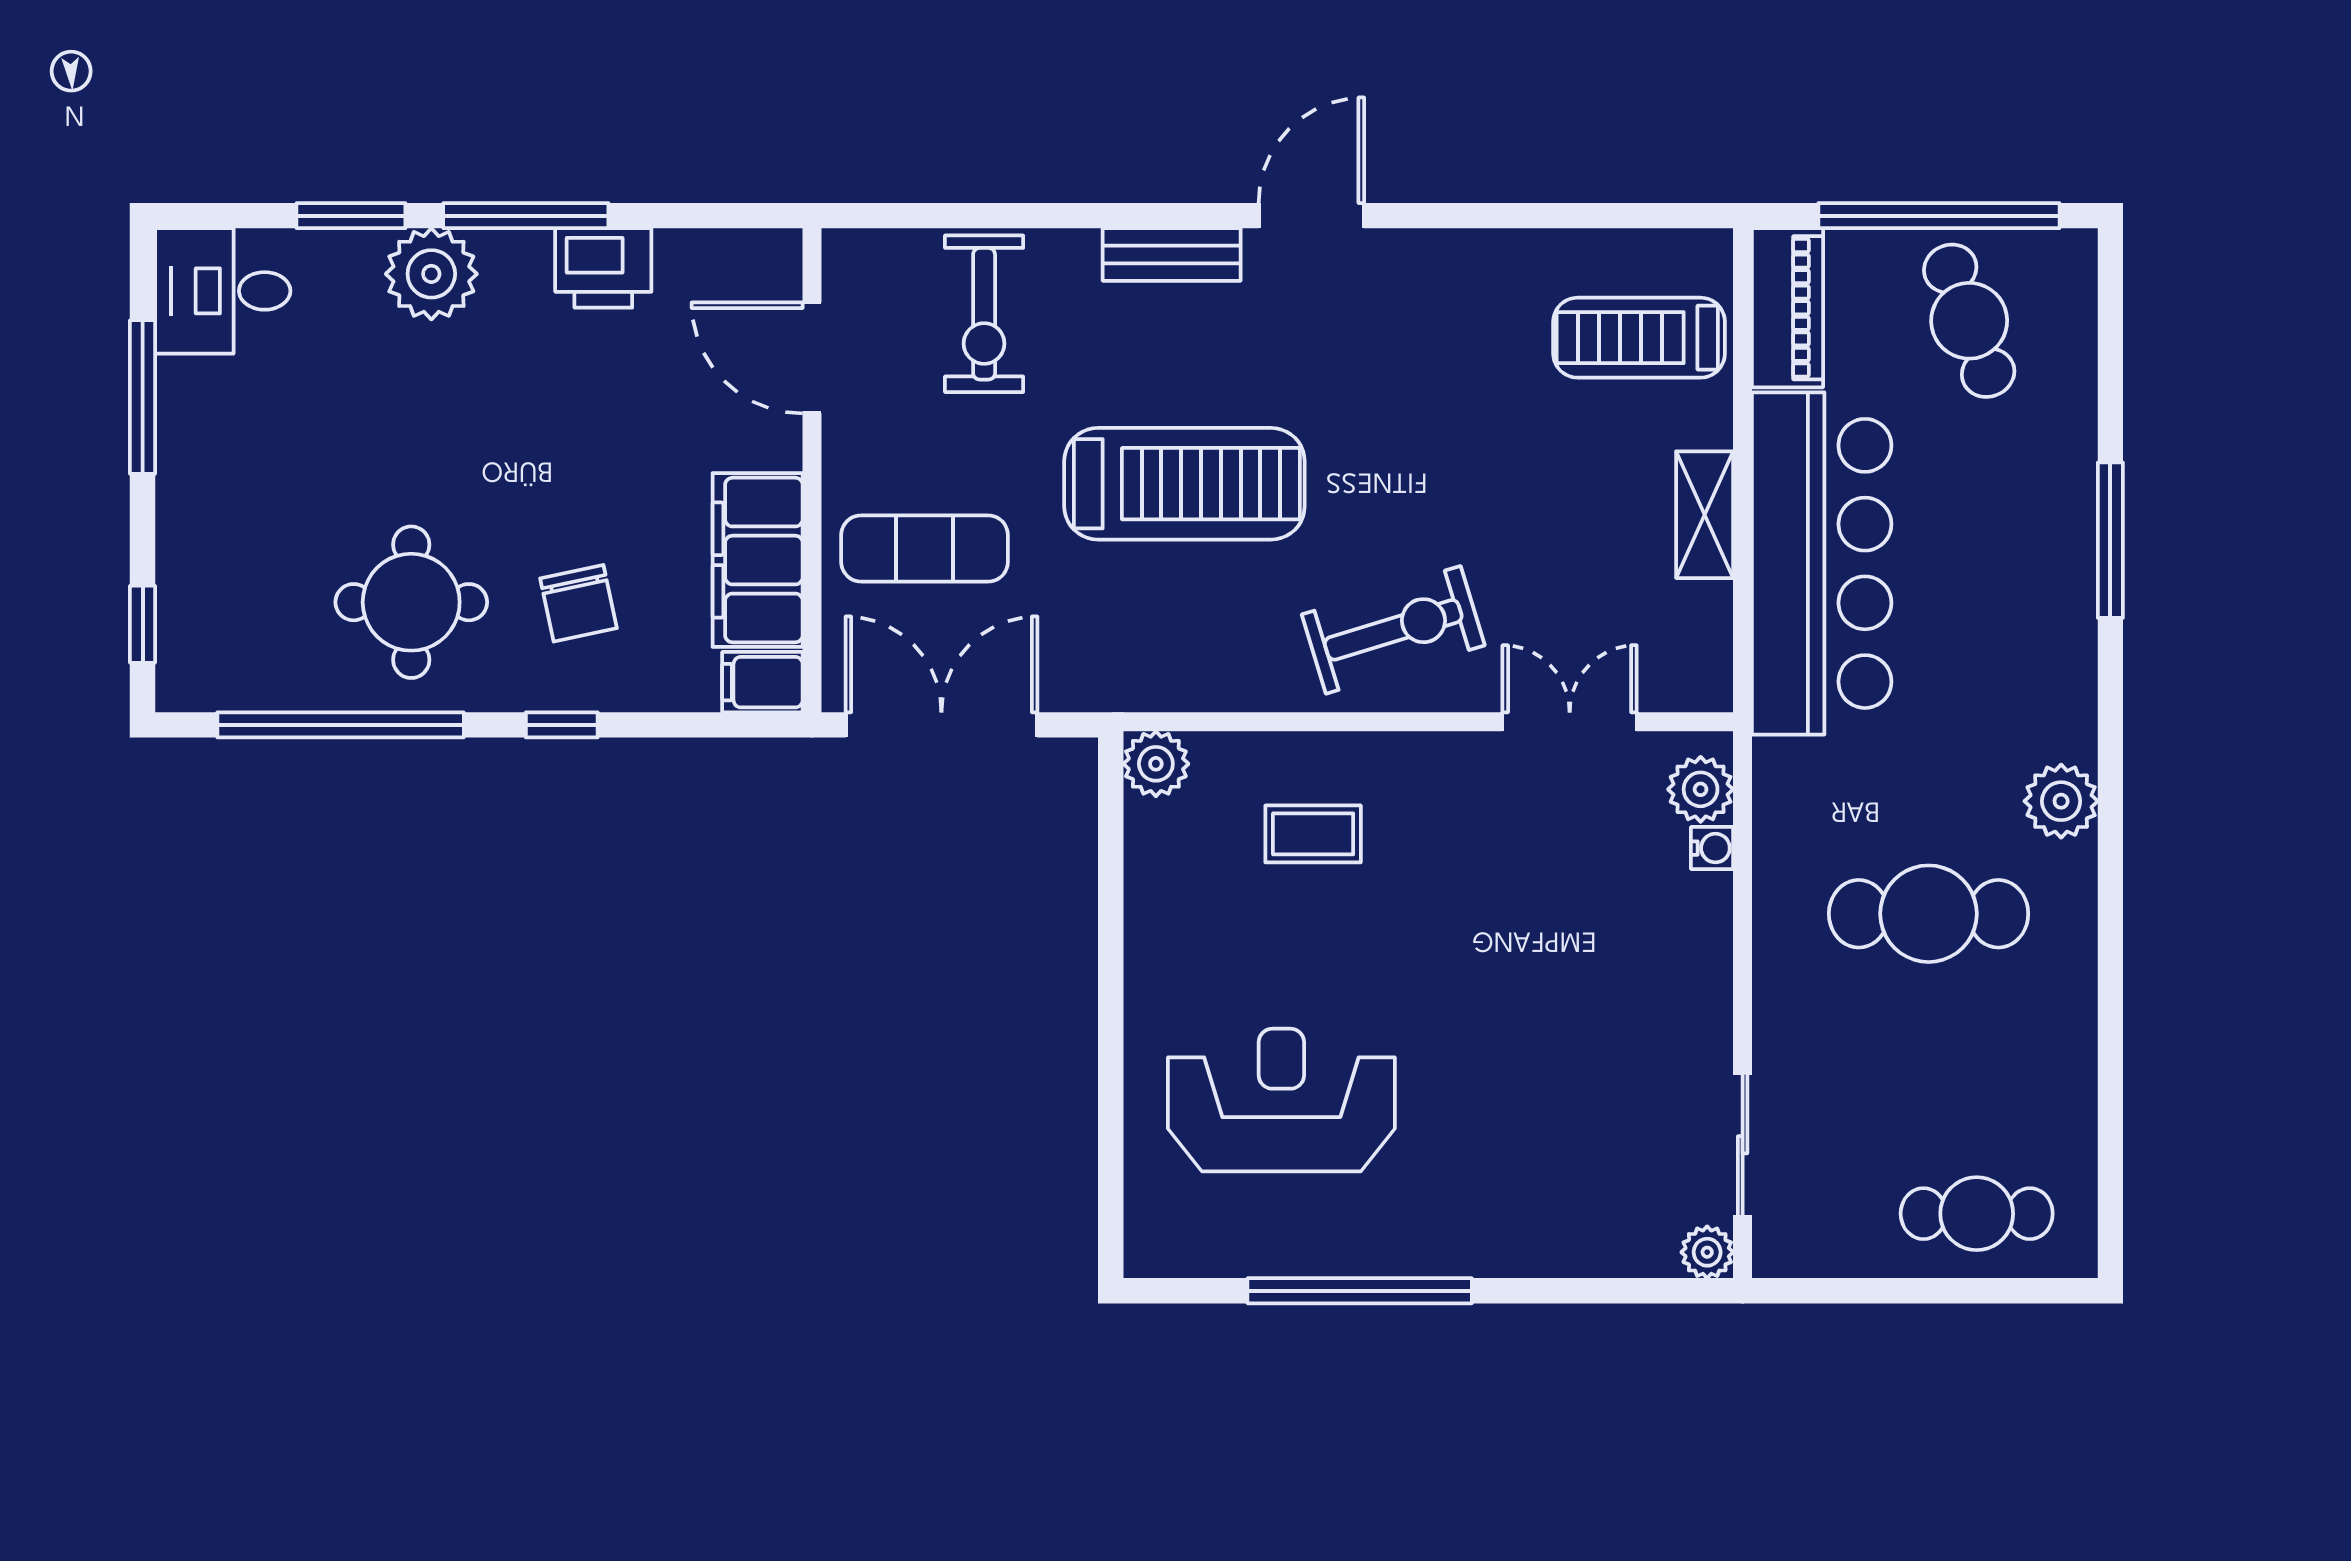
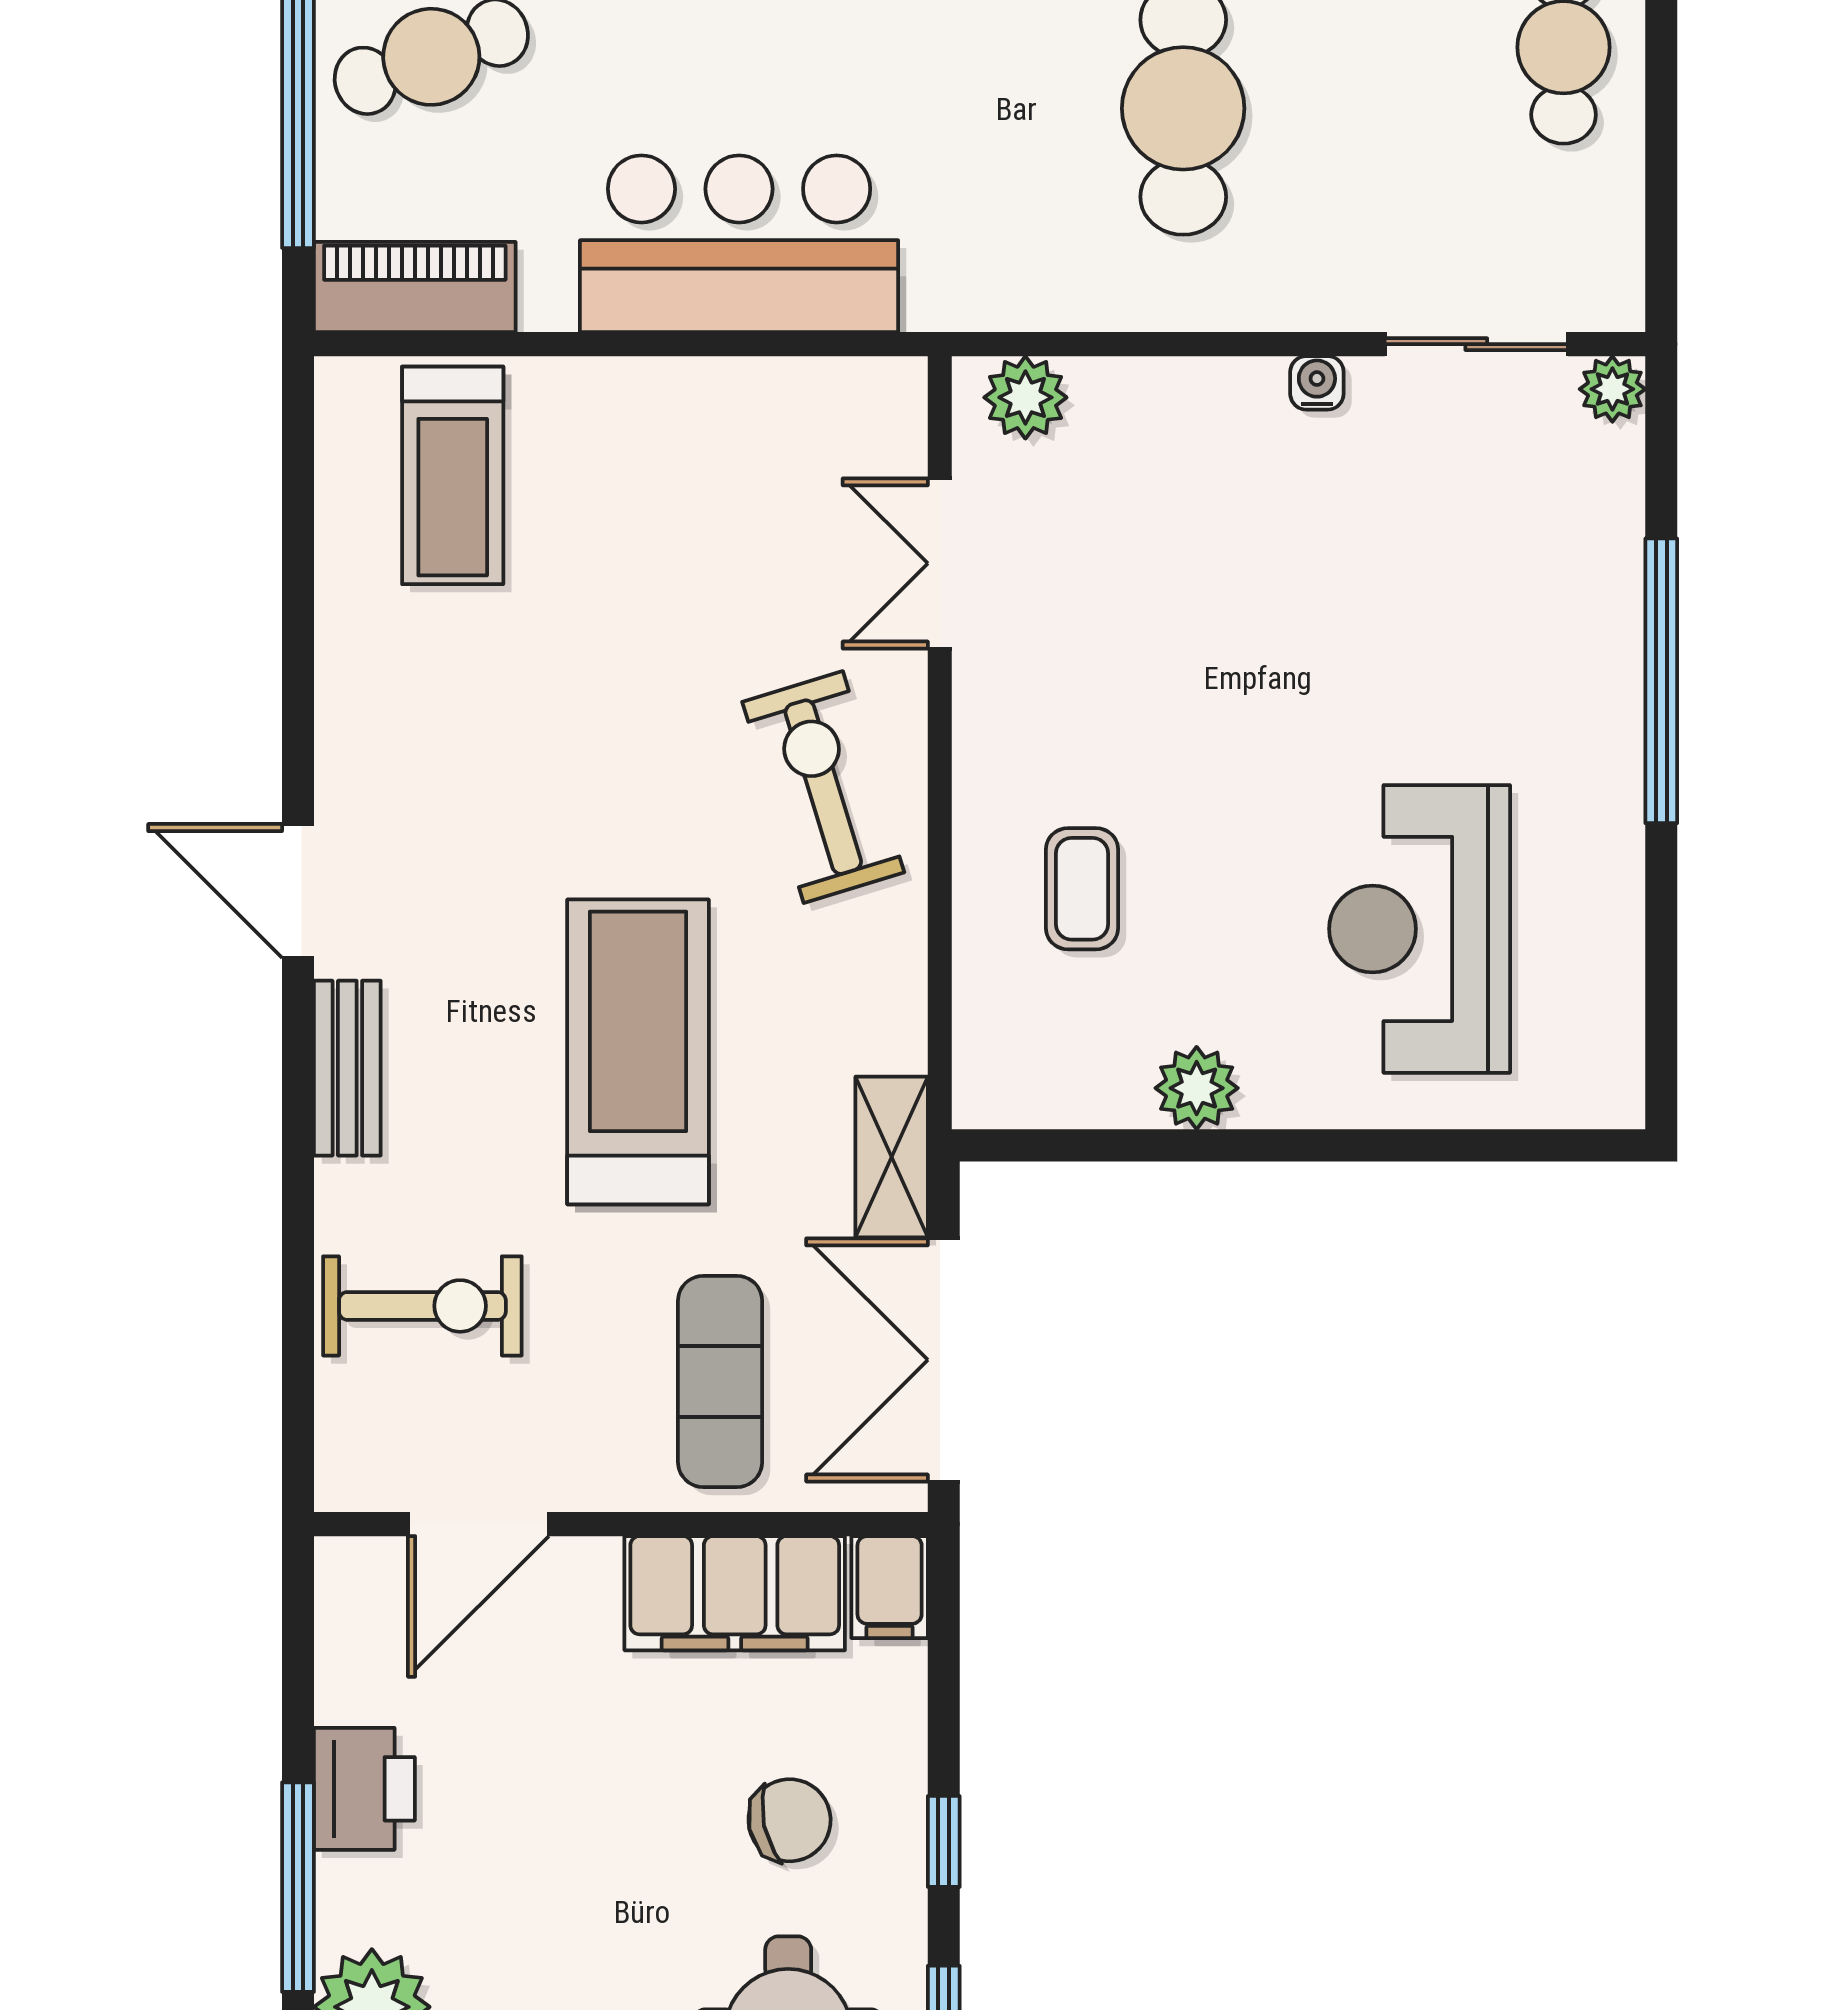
shelving: (1705, 515) -> (892, 1157), moved, turned 90
bar counter: (1822, 563) -> (739, 244), width x0.73
plant: (1156, 764) -> (1197, 1088), moved
water cooler: (1712, 848) -> (1317, 383), moved
window: (1360, 1291) -> (1661, 681), moved

